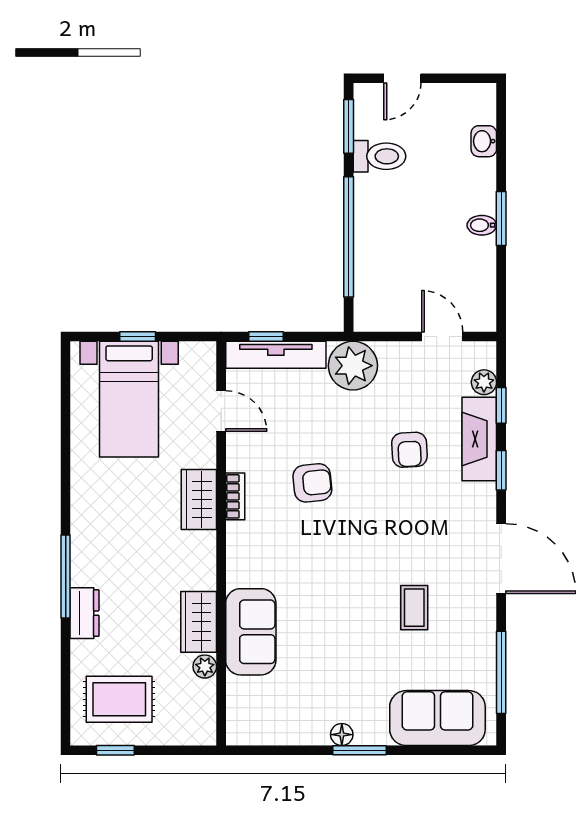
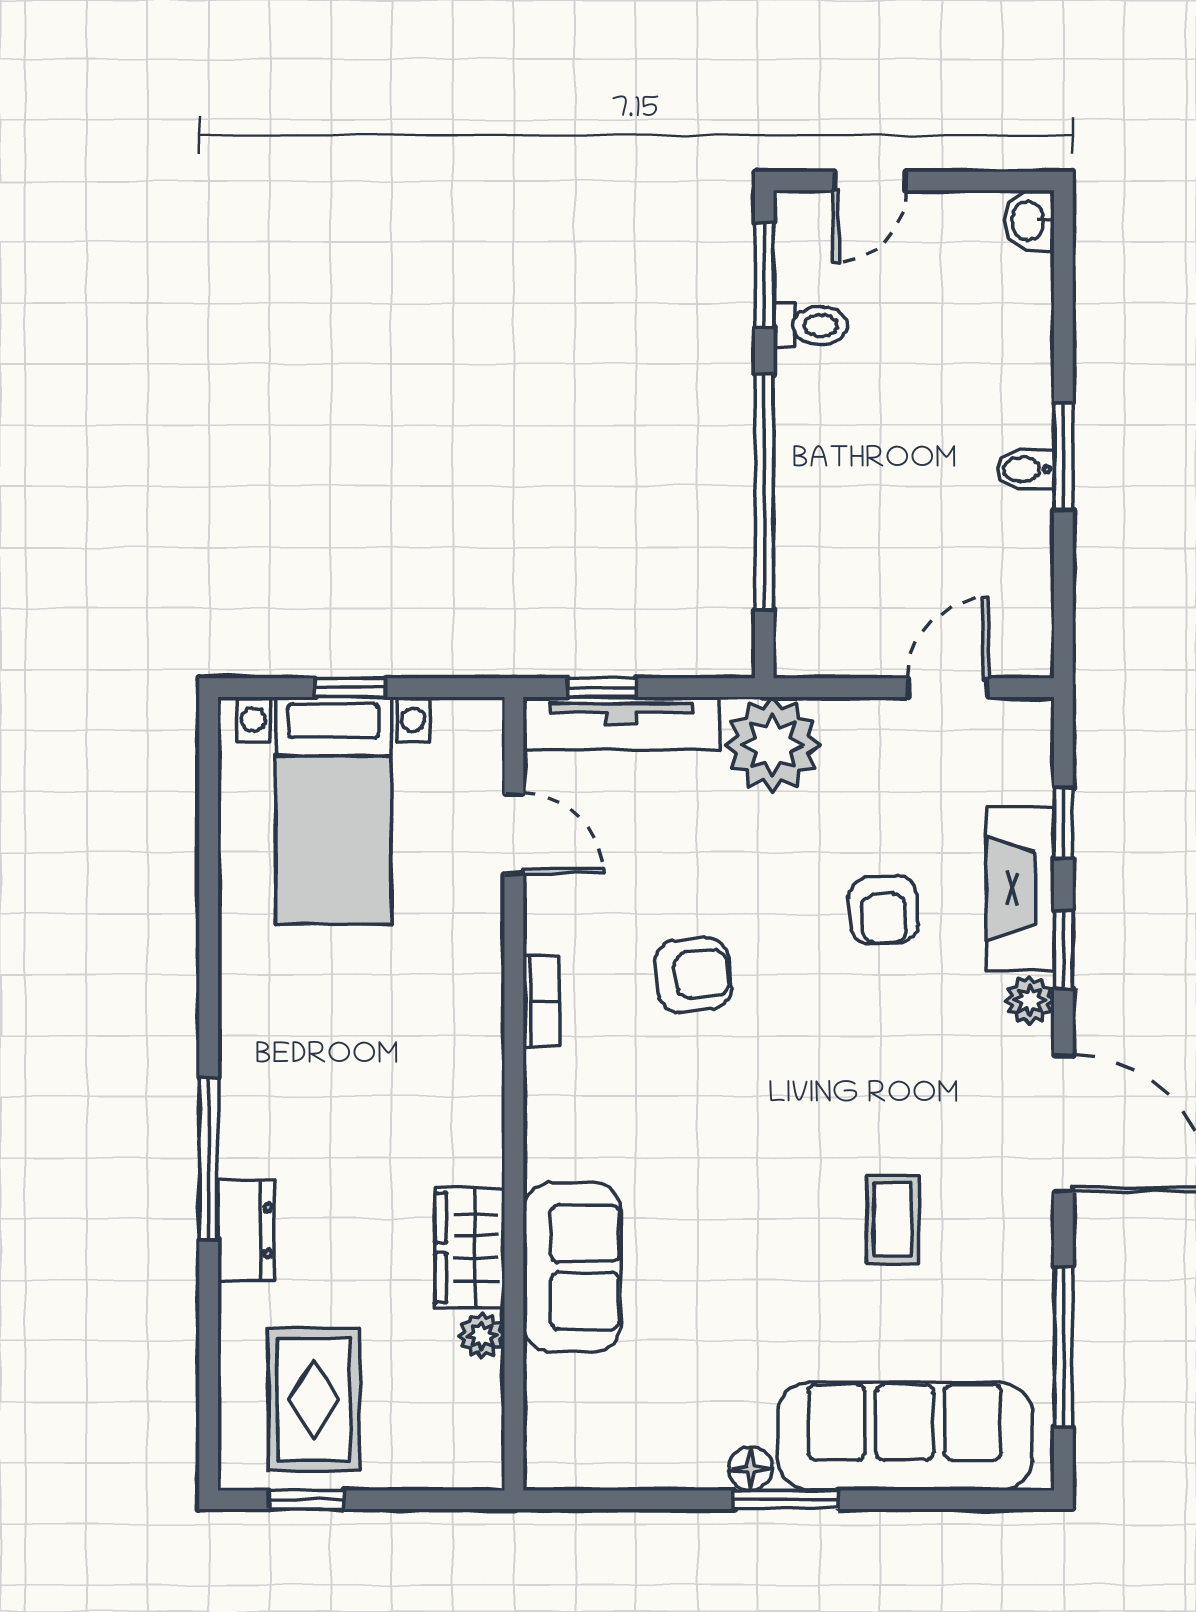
washbasin: (484, 141) -> (1029, 221), moved
toilet: (379, 156) -> (810, 326), width x0.73, depth x0.72
door: (442, 337) -> (948, 688), hinge flipped
plant: (484, 382) -> (1030, 1000), moved
wardrobe: (199, 500) -> (470, 1008), removed
rug: (119, 699) -> (314, 1399), turned 90
sofa: (437, 718) -> (905, 1436), width x1.36

